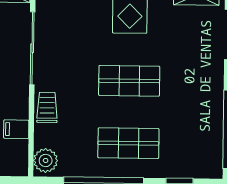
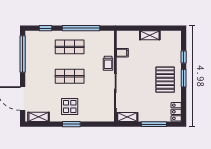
plant: (46, 160) -> (108, 38), removed

